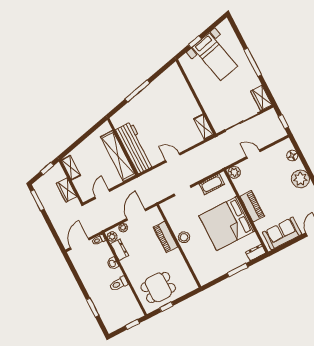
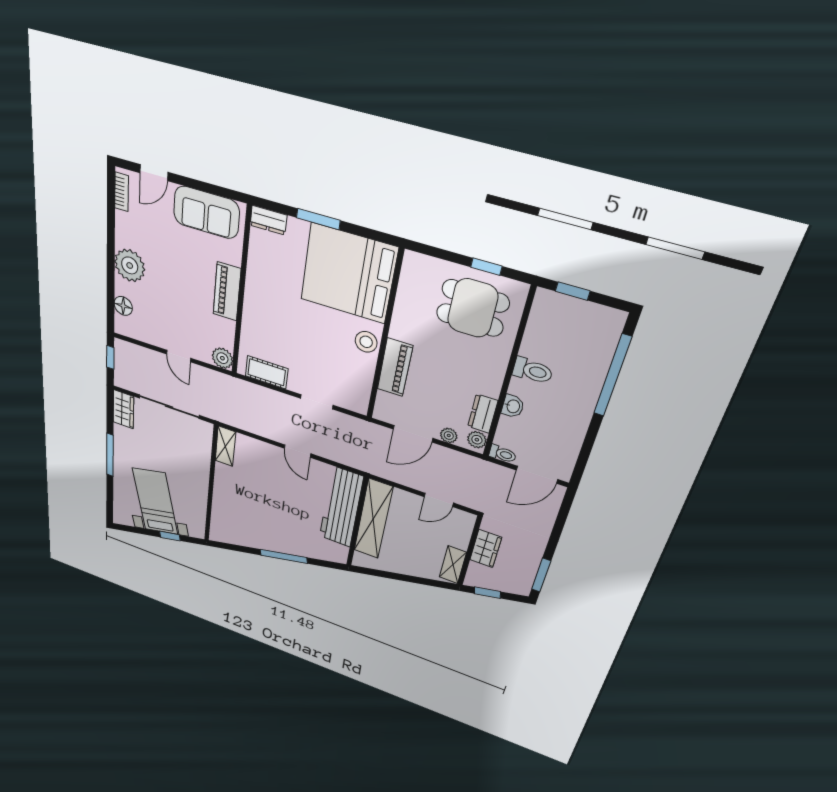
bed: (227, 223) -> (348, 274), moved, turned 180
window: (93, 308) -> (612, 376), width x2.11

